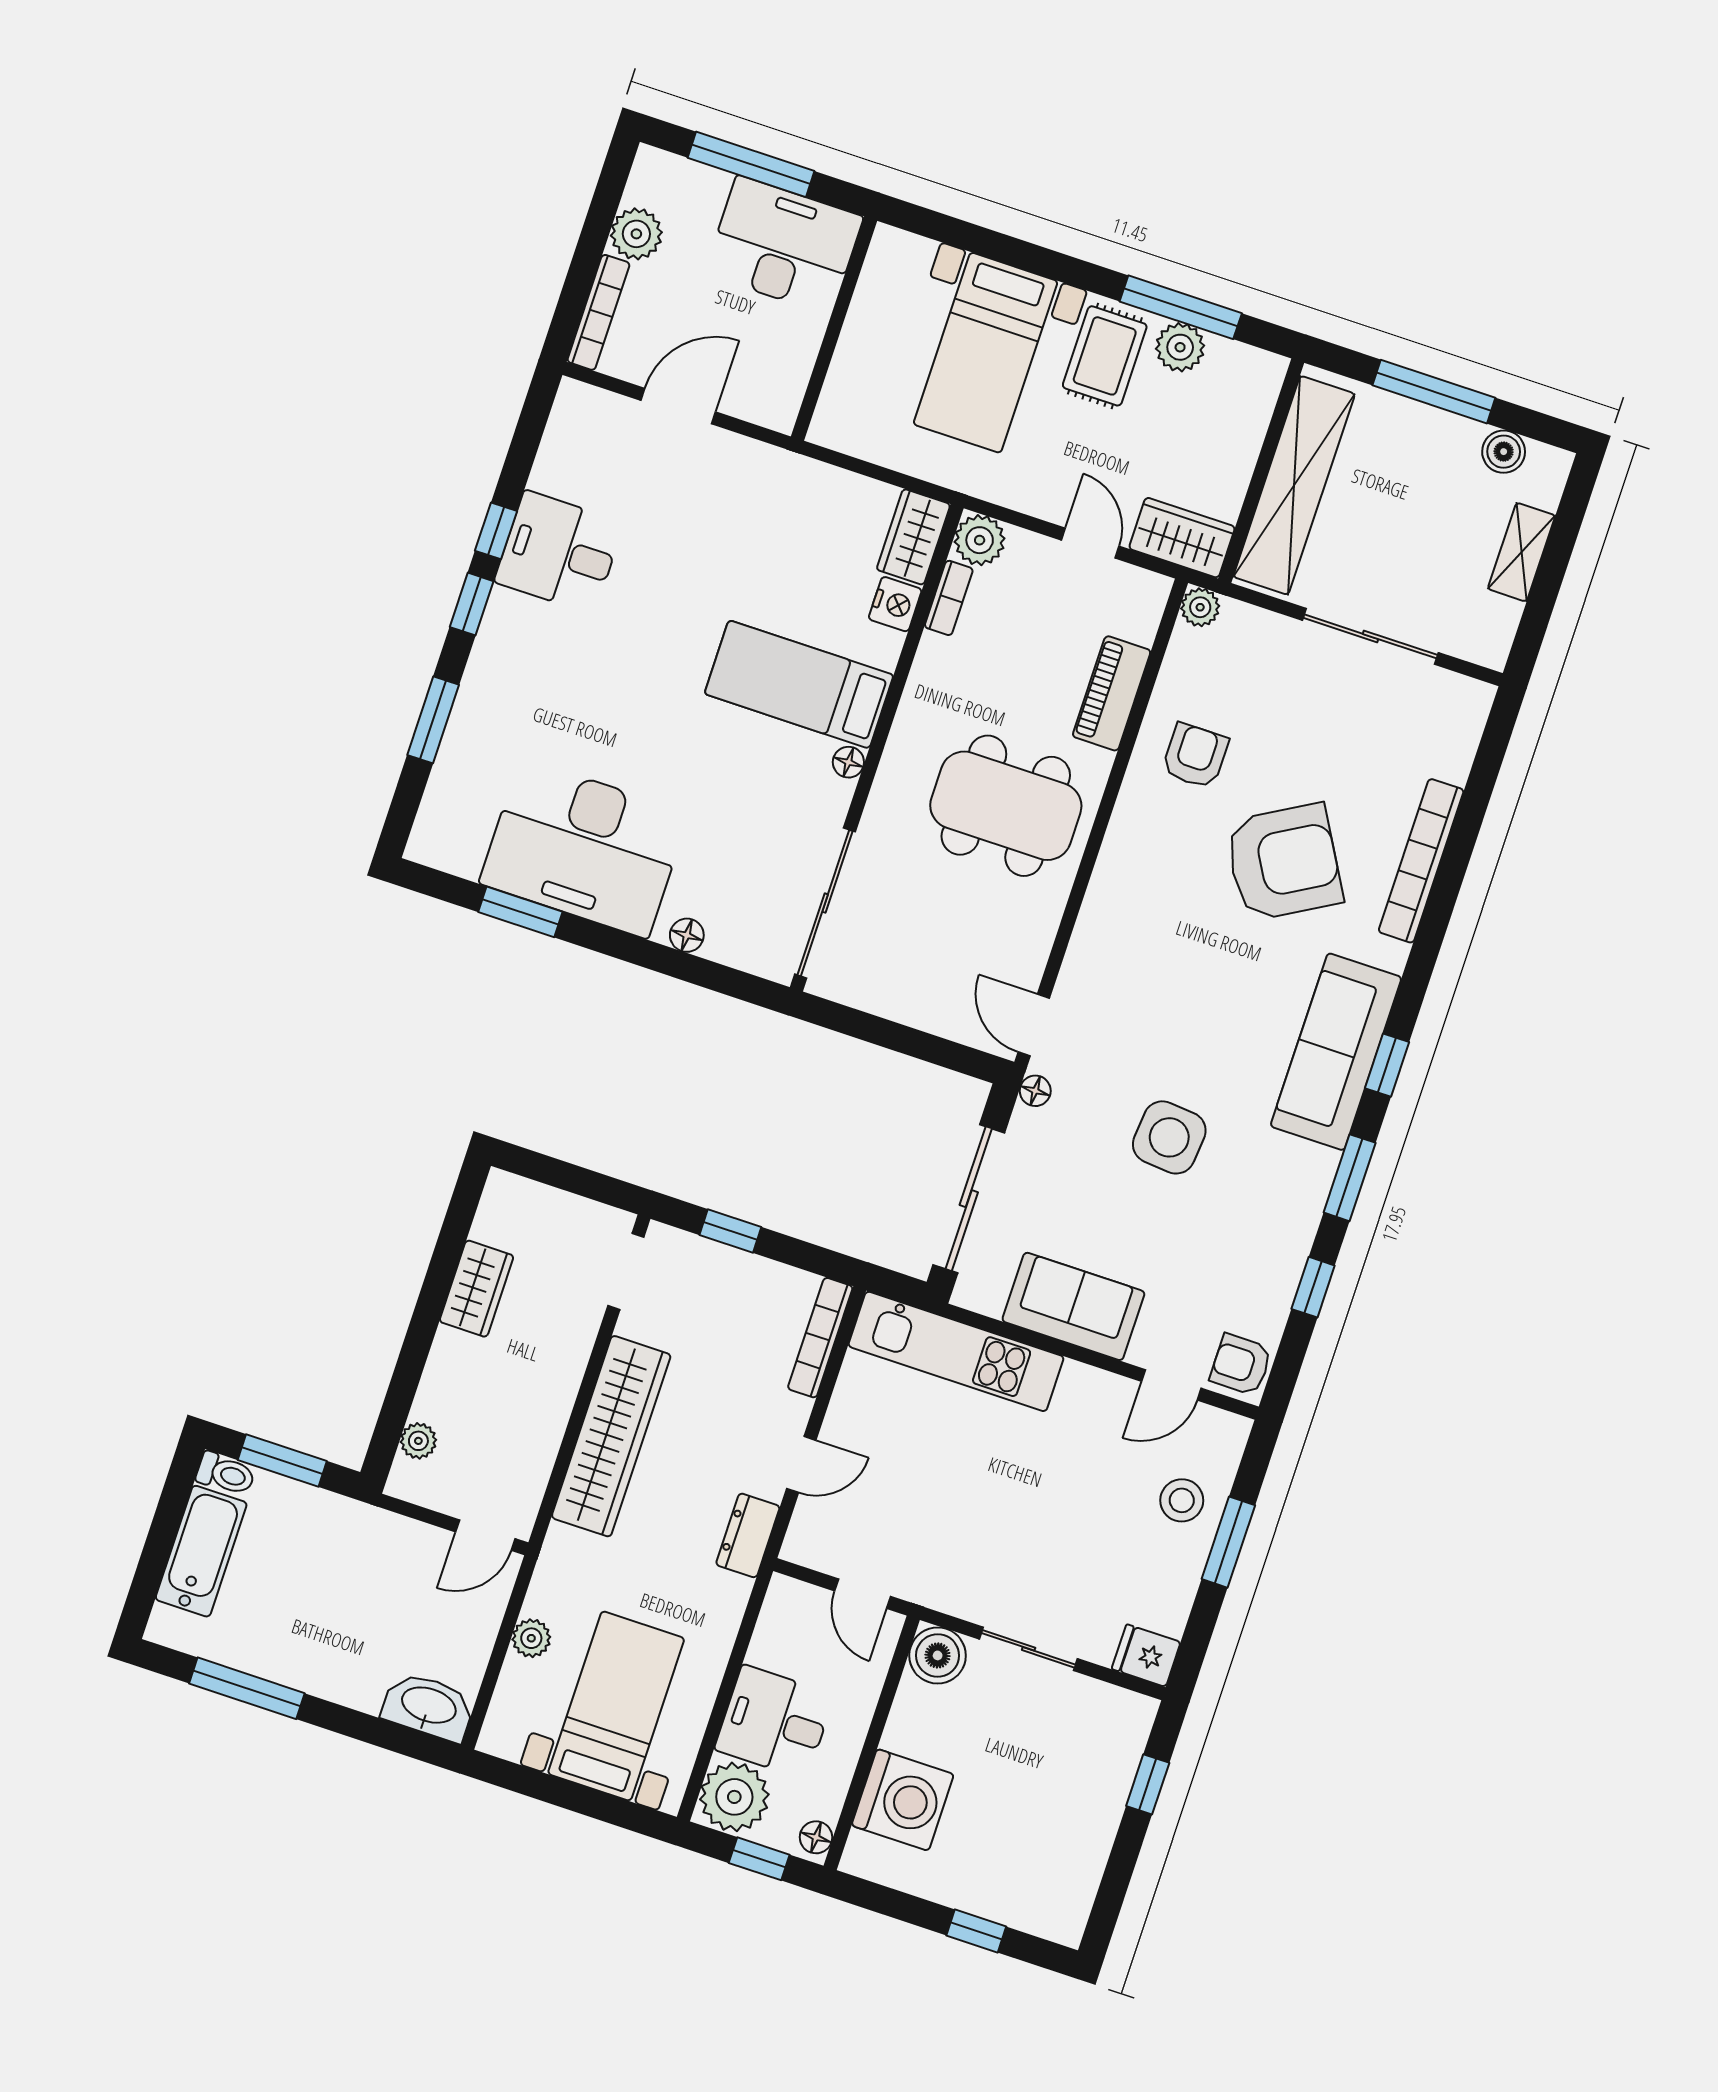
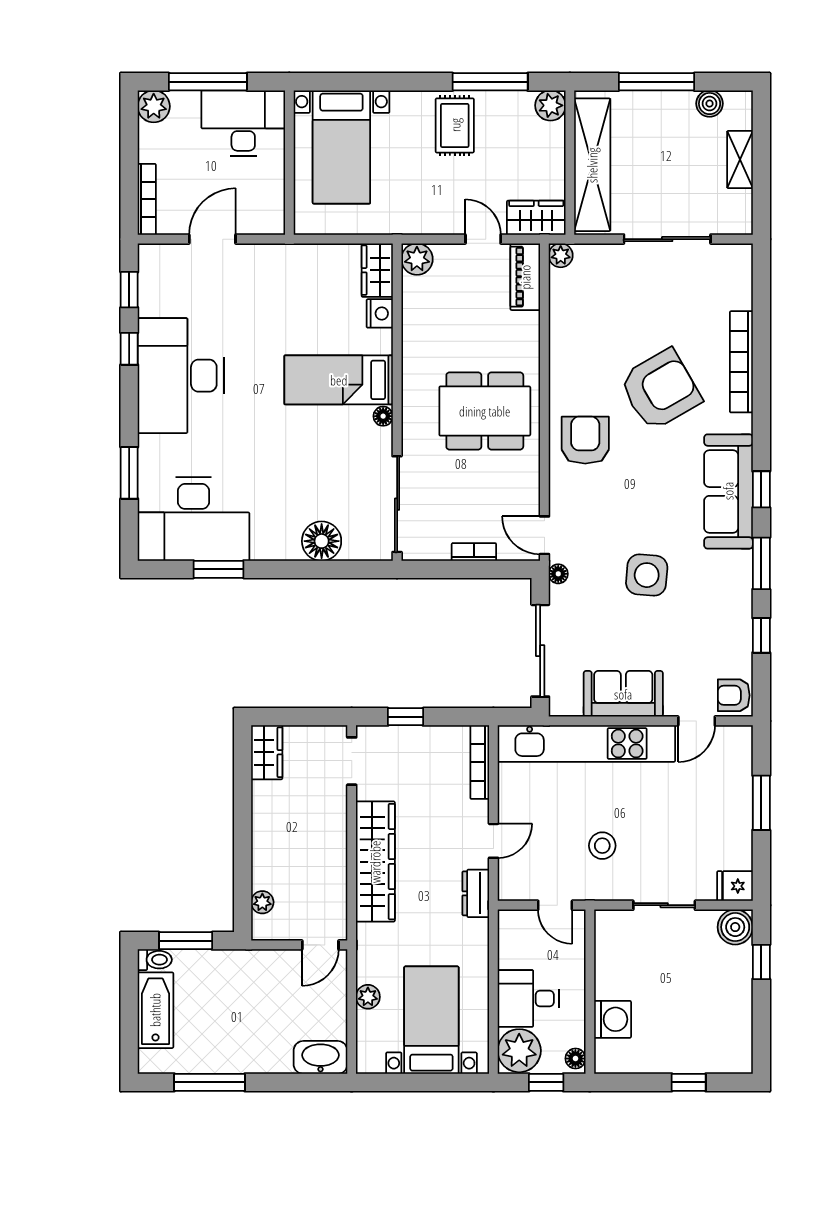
plant: (636, 234) -> (154, 106), moved
plant: (1180, 347) -> (550, 105), moved
bed with nightstands: (986, 353) -> (341, 147), moved
desk: (559, 552) -> (181, 376), width x1.87, depth x1.30
bookcase: (949, 598) -> (474, 552), moved, turned -90
window: (472, 604) -> (129, 290), moved
piano: (1112, 693) -> (525, 277), moved
armchair: (1195, 756) -> (585, 440), moved, width x1.38, depth x1.38
desk: (584, 848) -> (193, 519), moved
floor lamp: (687, 935) -> (322, 541), width x1.89, depth x1.89
wardrobe: (477, 1289) -> (267, 752), moved
kitchen unit: (956, 1351) -> (586, 744), width x1.36
stool: (1182, 1500) -> (602, 846), moved
boiler: (938, 1655) -> (735, 927), moved
washing machine: (903, 1800) -> (613, 1019), width x0.73, depth x0.73

